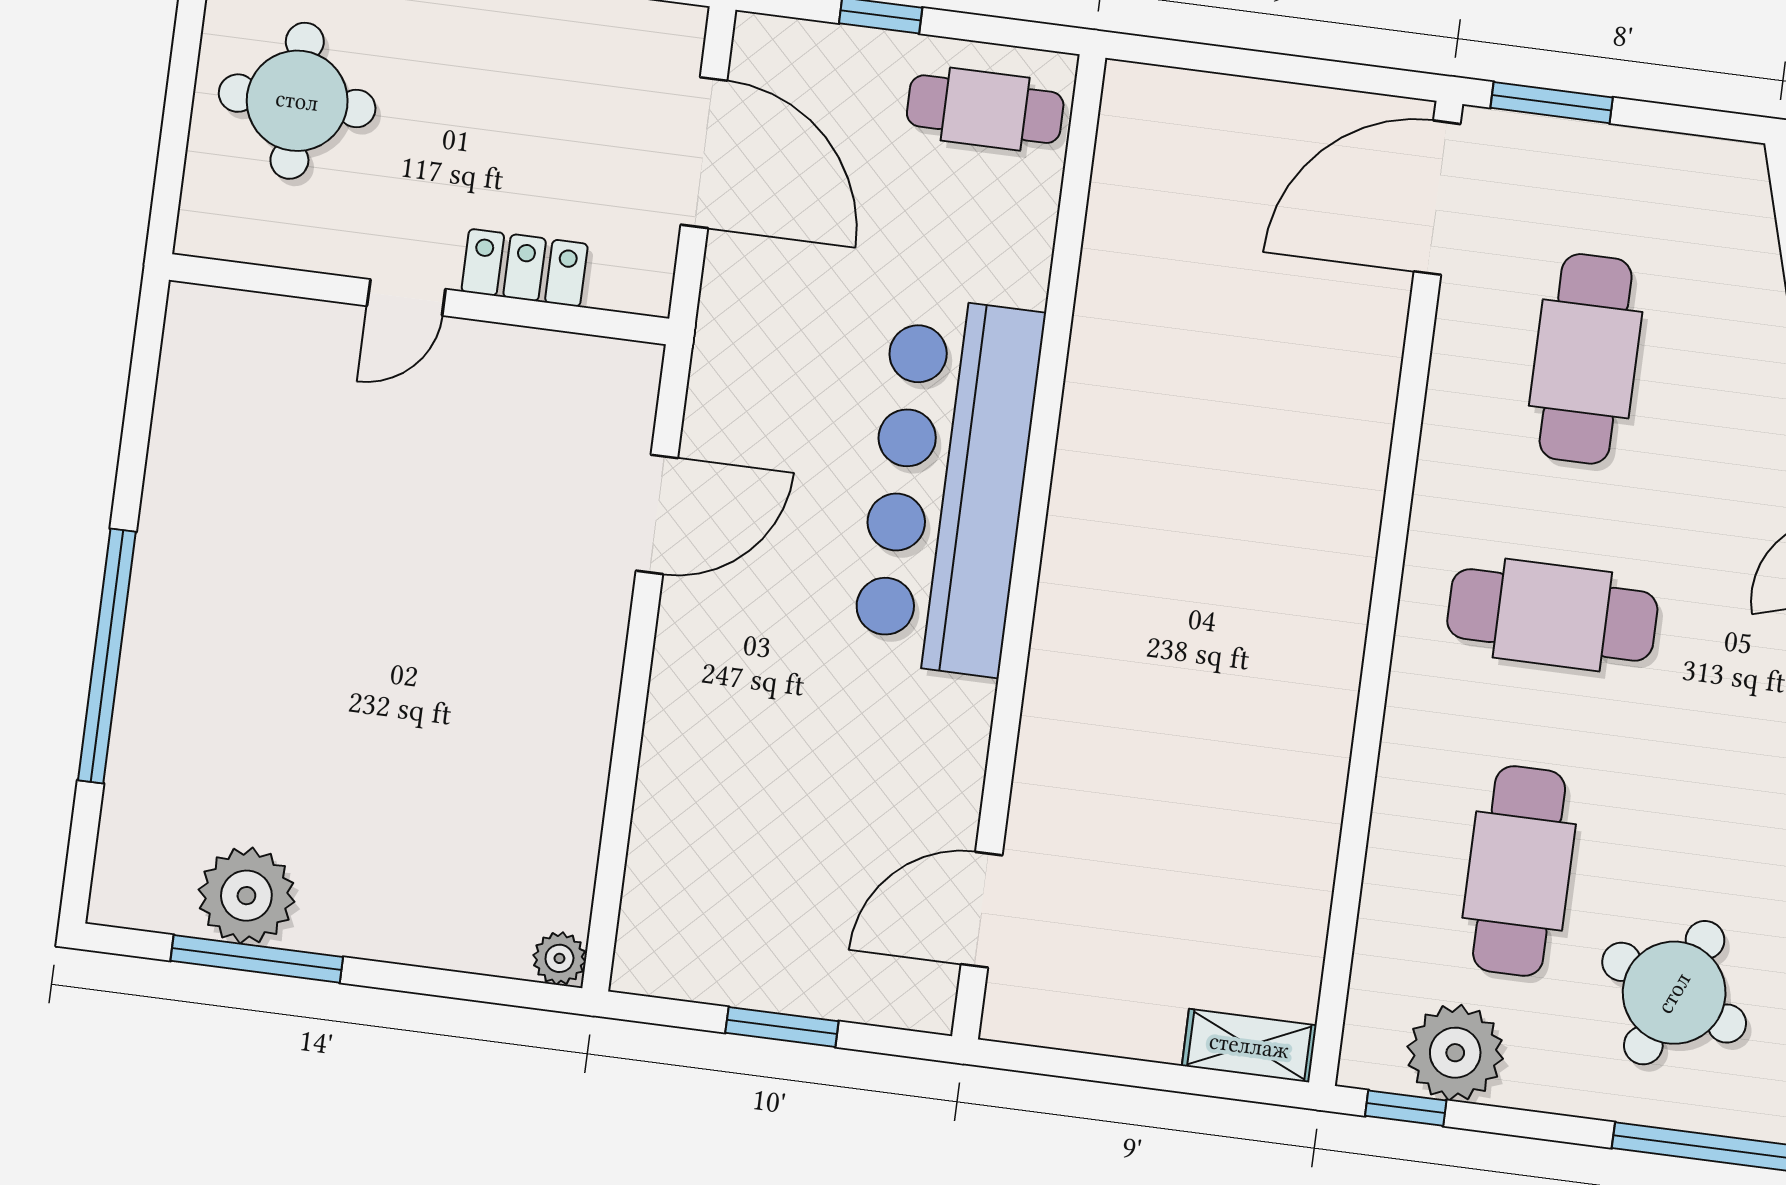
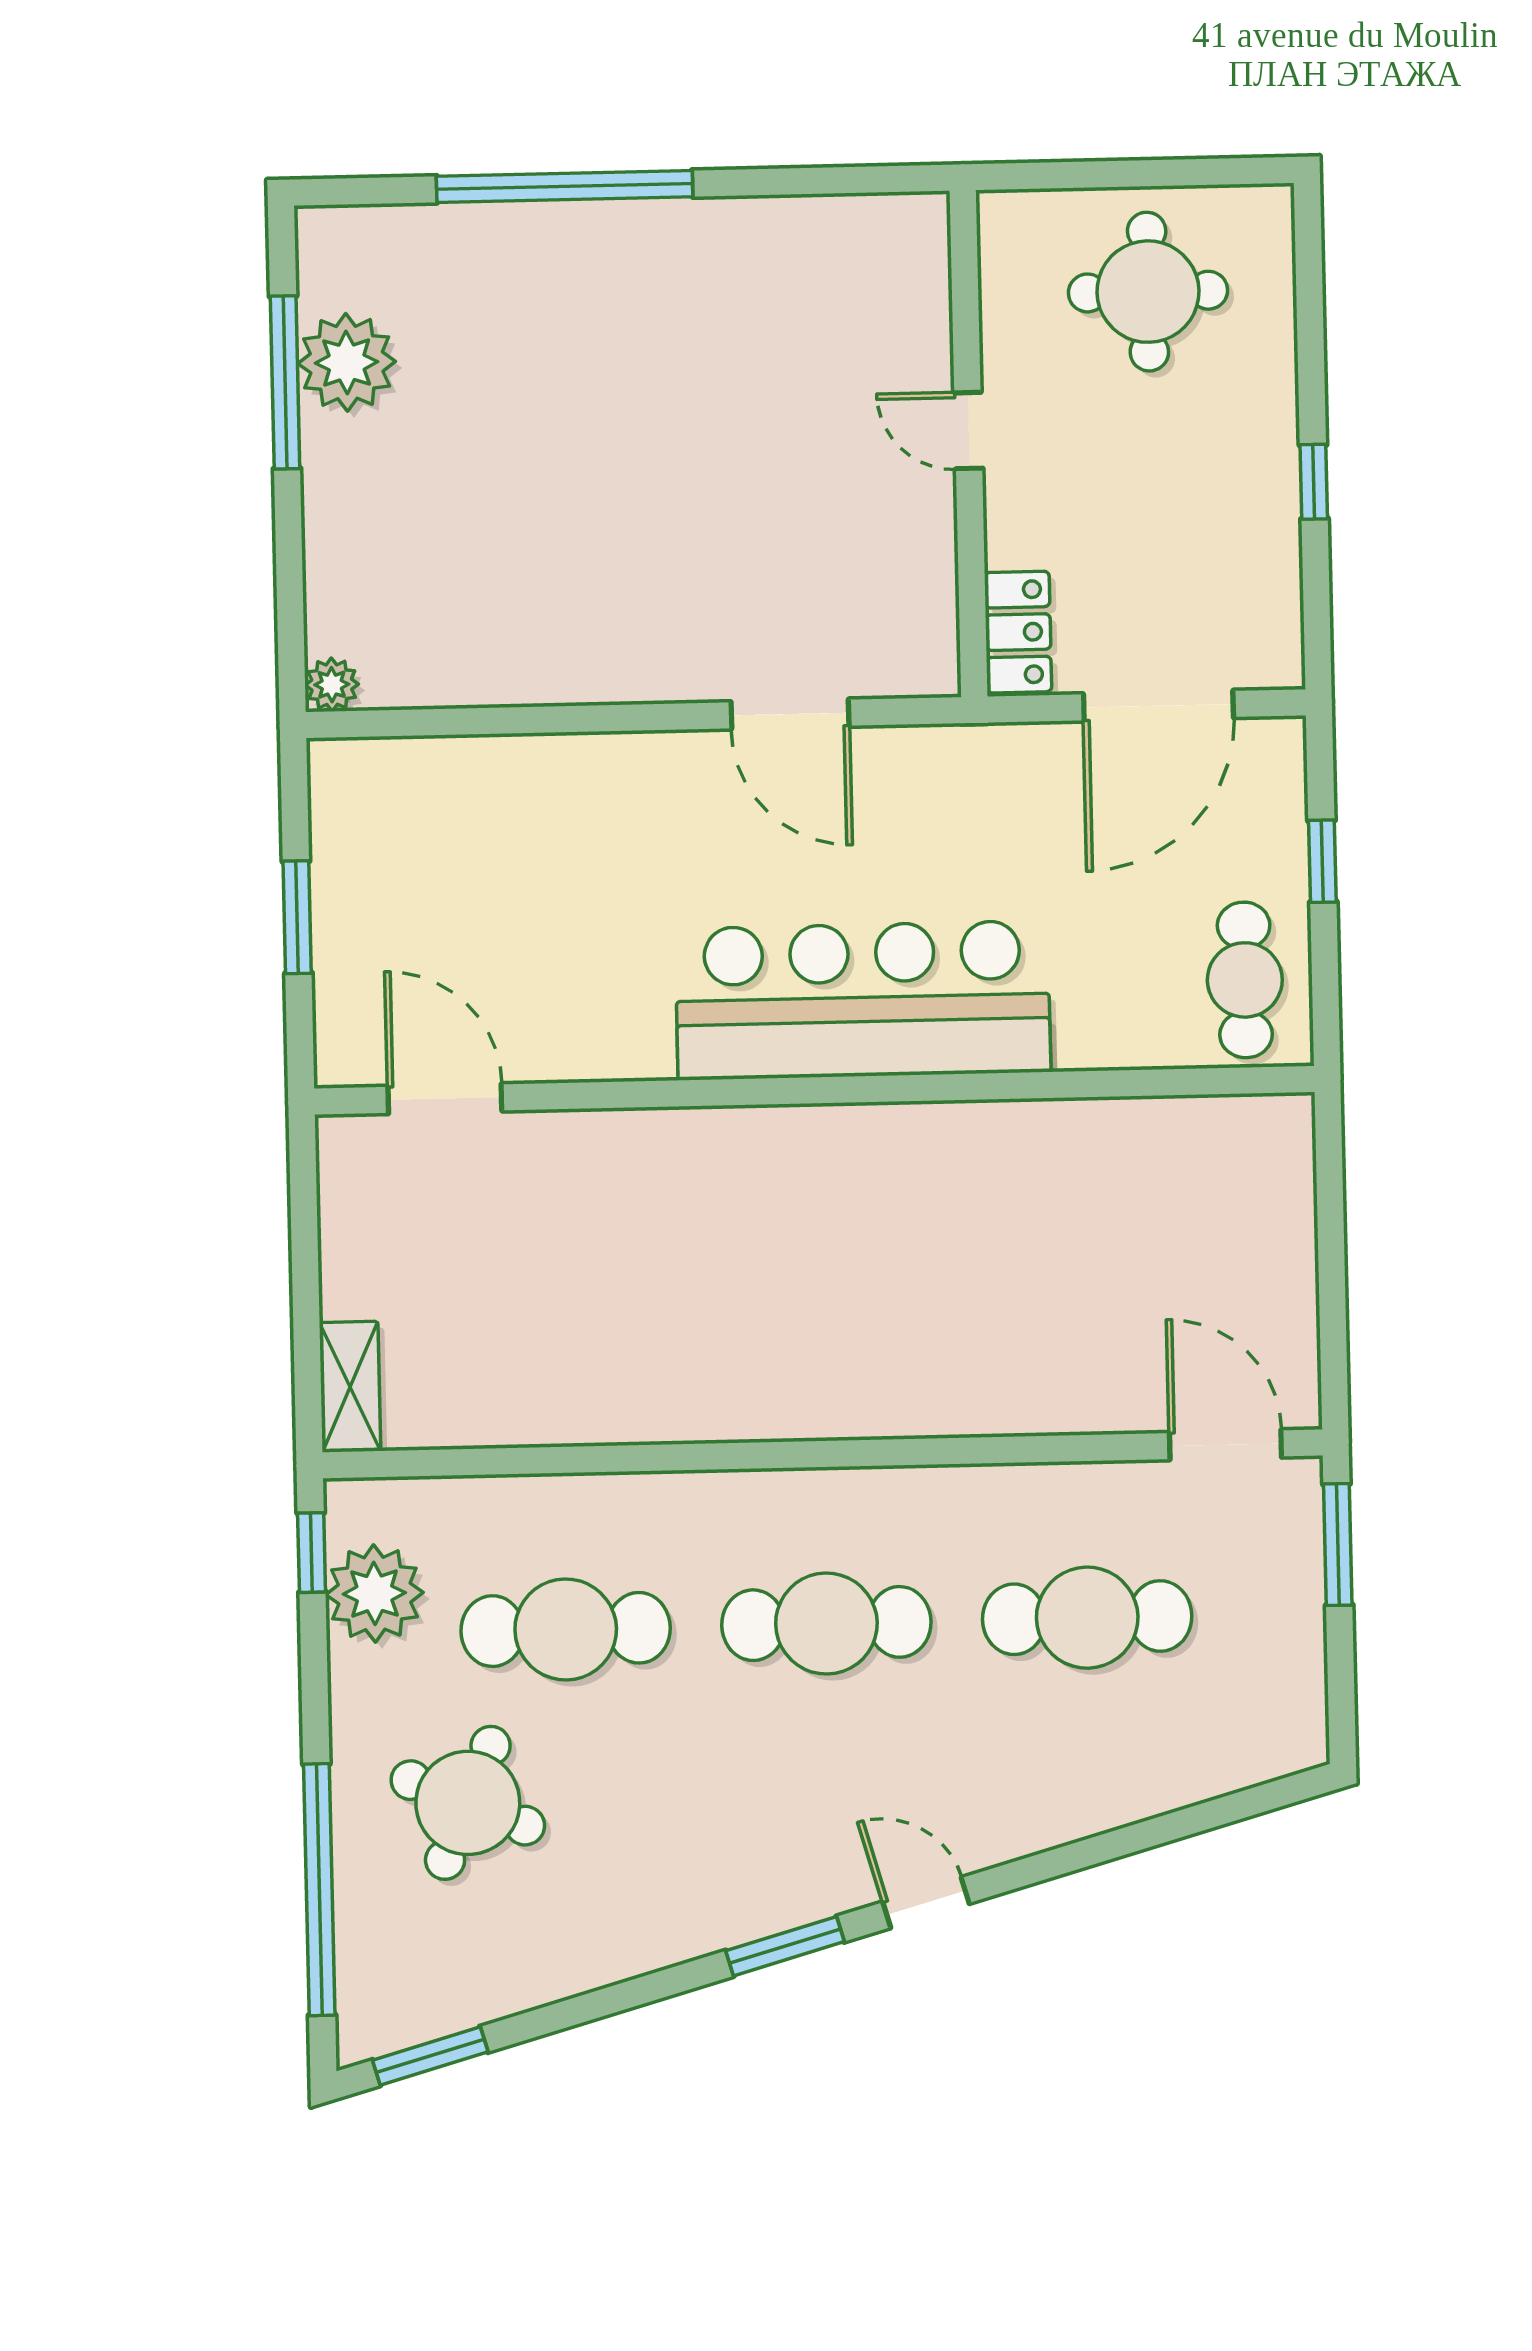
door: (1437, 198) -> (1225, 1445), width x0.73
locker: (525, 268) -> (1018, 632), moved
cafe table: (1552, 615) -> (826, 1624), turned 90

